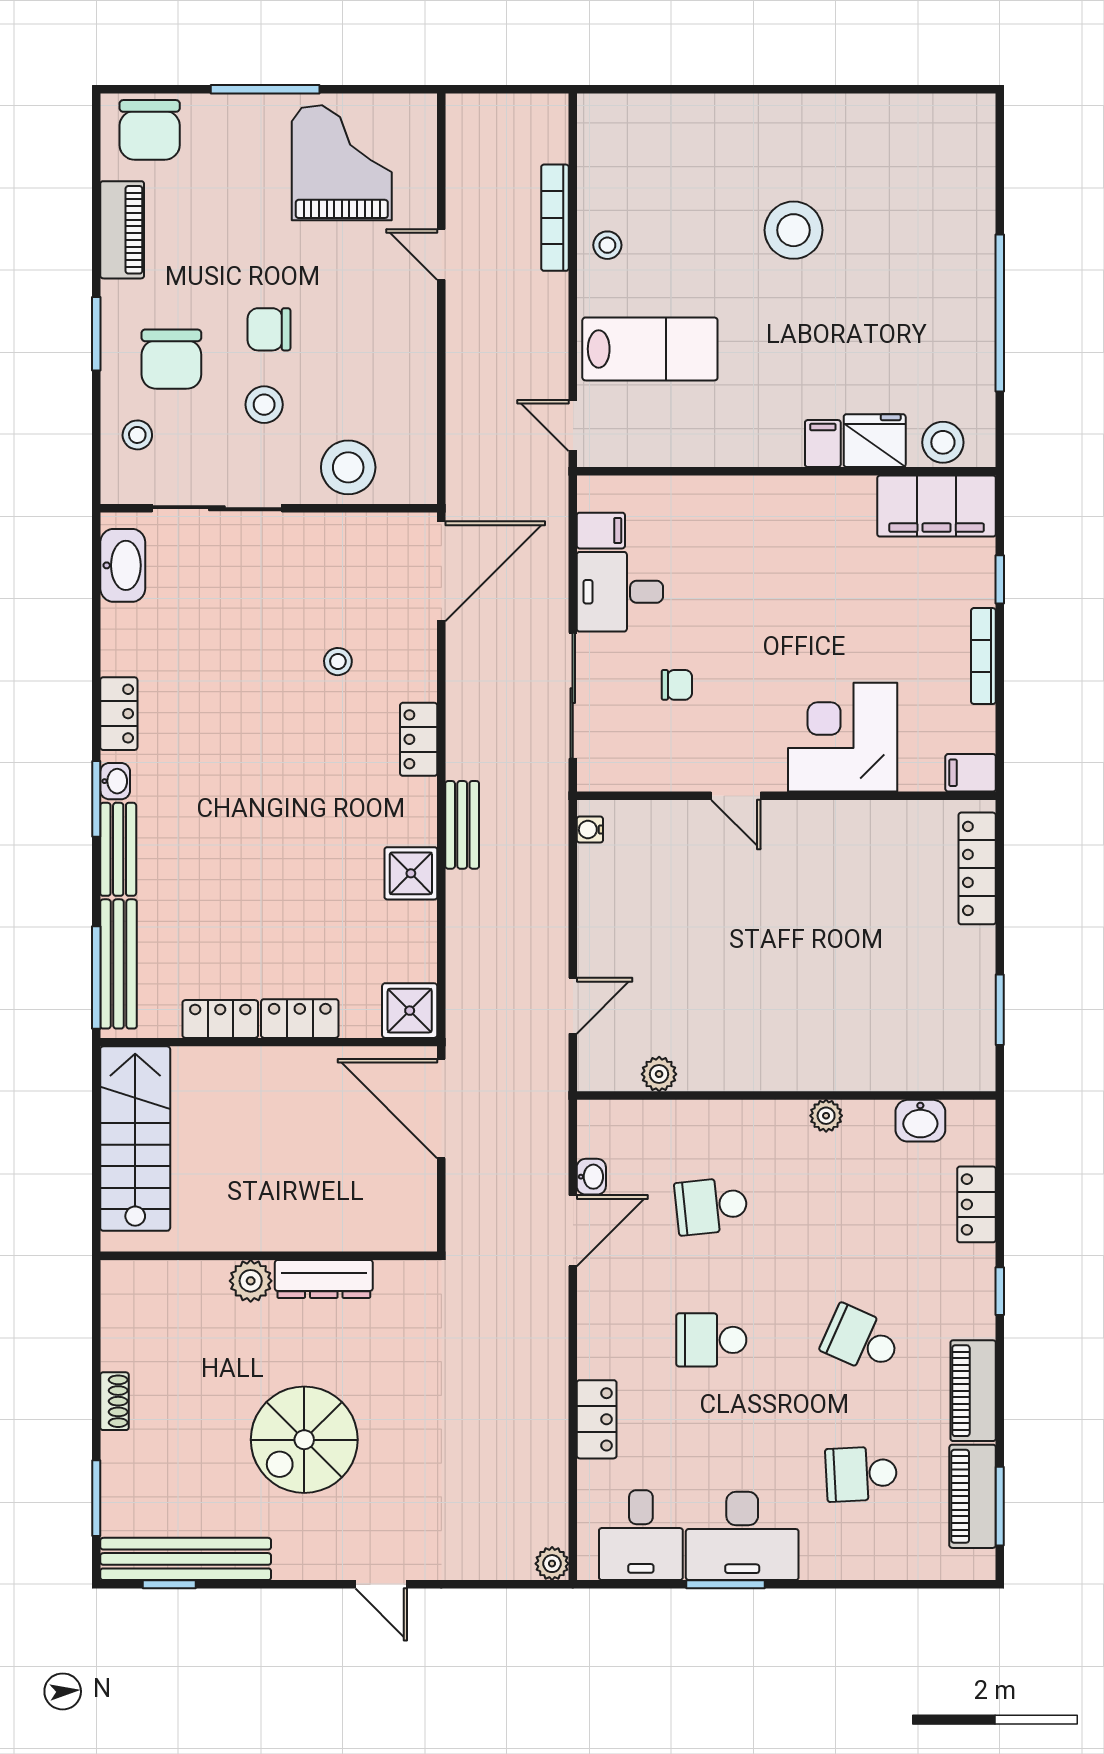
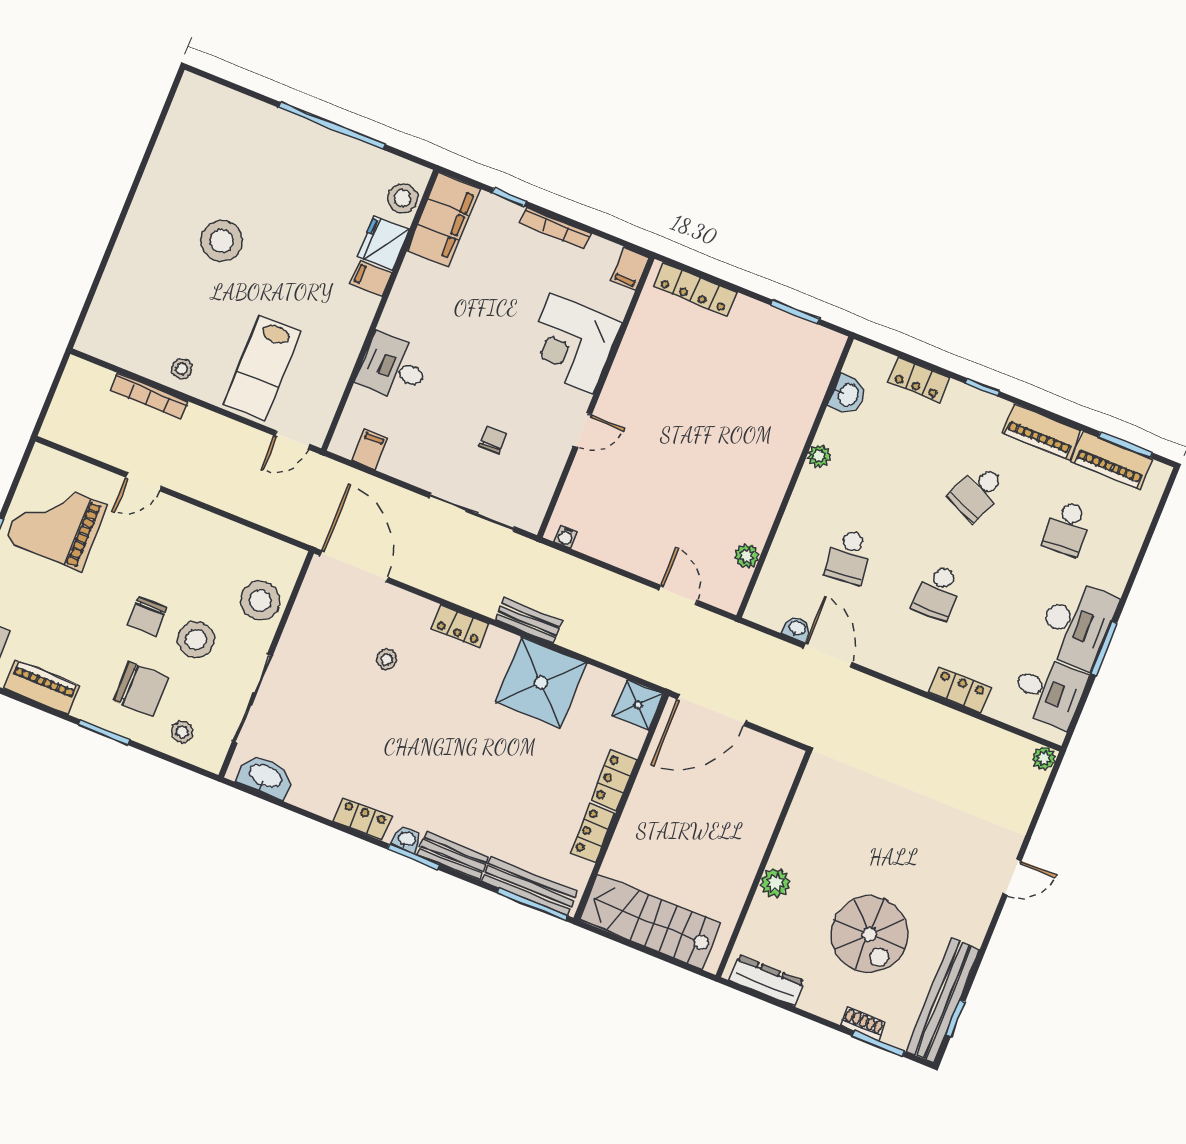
lab bench: (650, 349) -> (262, 368), turned 180
stool: (264, 405) -> (196, 640), width x1.38, depth x1.38
desk: (620, 592) -> (393, 368), moved, turned 90
shower: (411, 873) -> (541, 682), width x1.86, depth x1.86
dresser: (324, 1279) -> (766, 981), moved, turned -90
shoe rack: (115, 1401) -> (863, 1023), moved
spiral stairs: (304, 1440) -> (869, 934), moved

